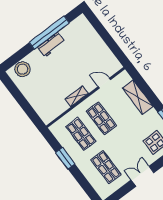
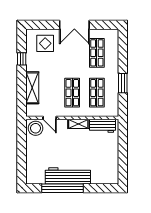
workbench: (51, 45) -> (68, 176), width x1.88, depth x1.32
stool: (22, 69) -> (36, 128), moved
workbench: (55, 110) -> (103, 126), added
double door: (143, 176) -> (74, 25), width x1.37

